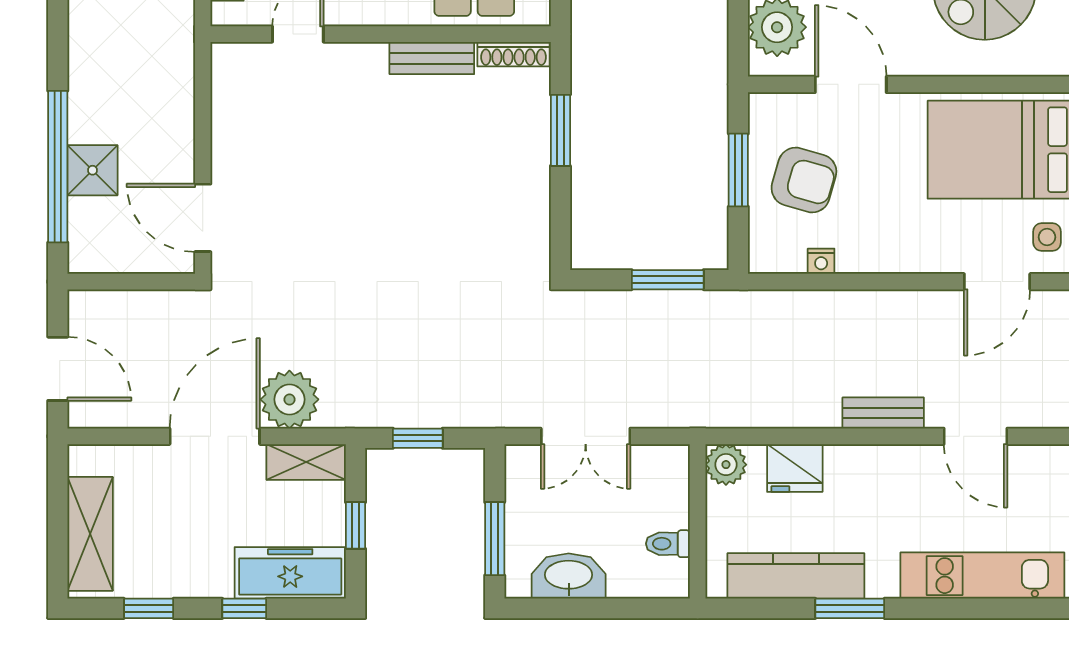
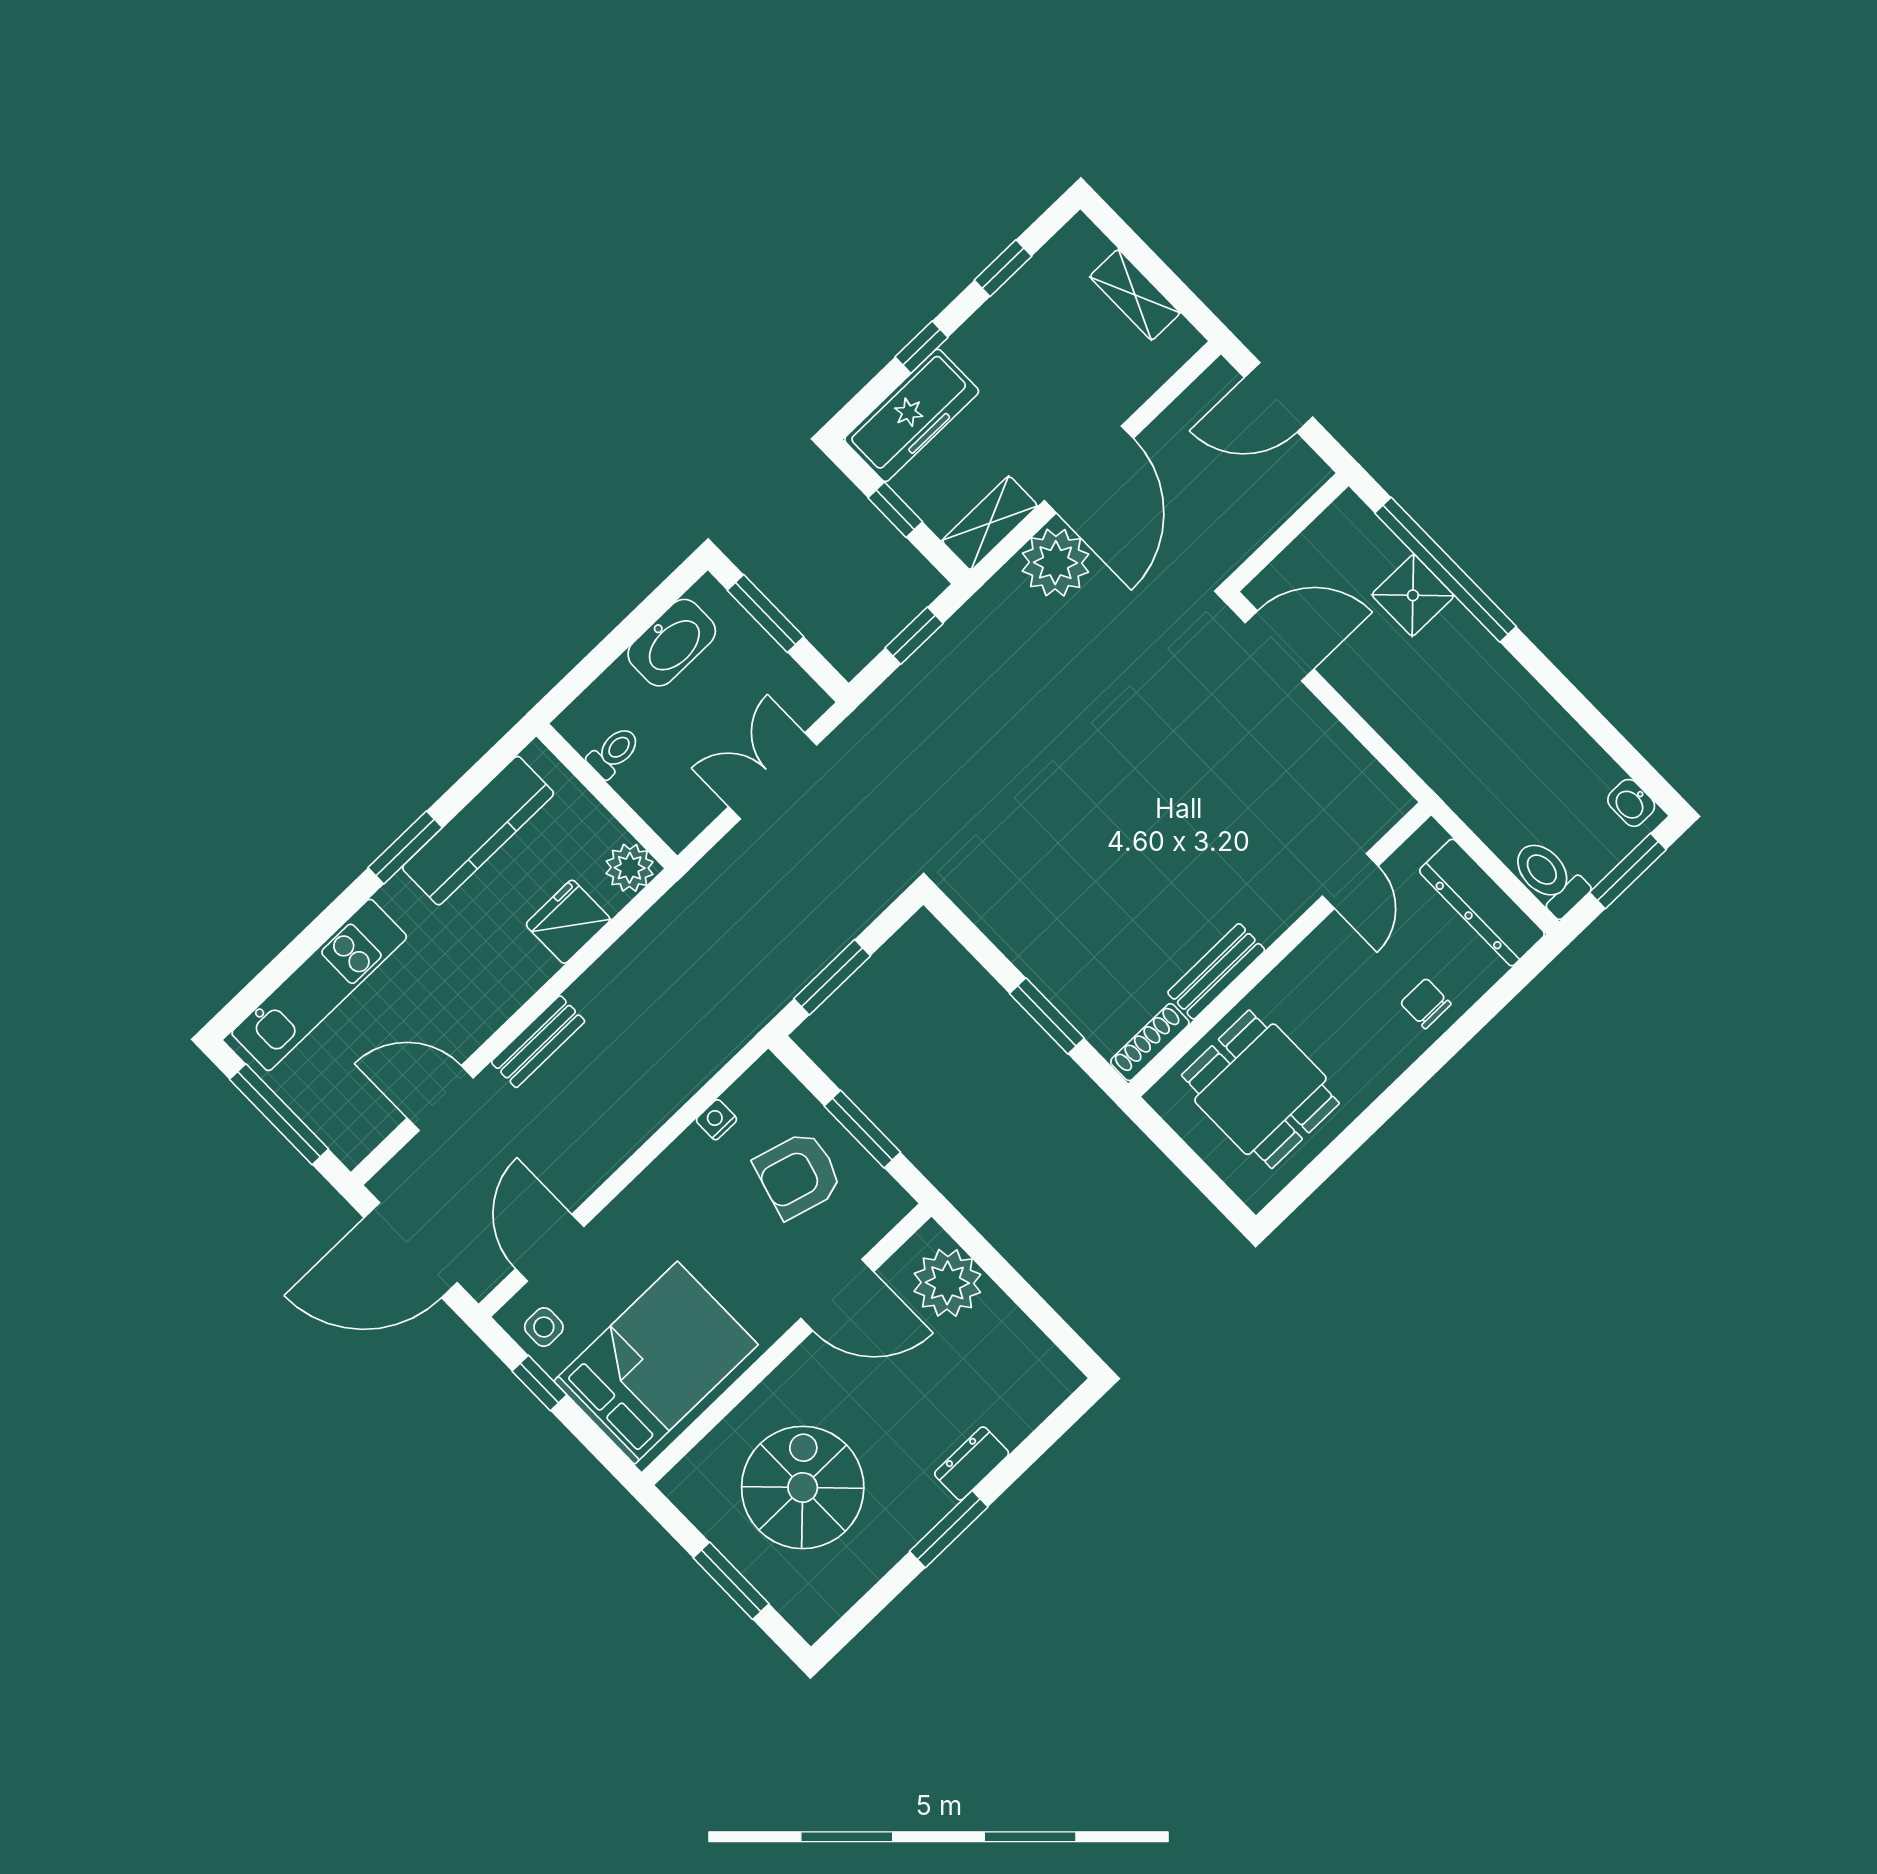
shelving: (90, 534) -> (1135, 295), width x0.67, depth x0.75

